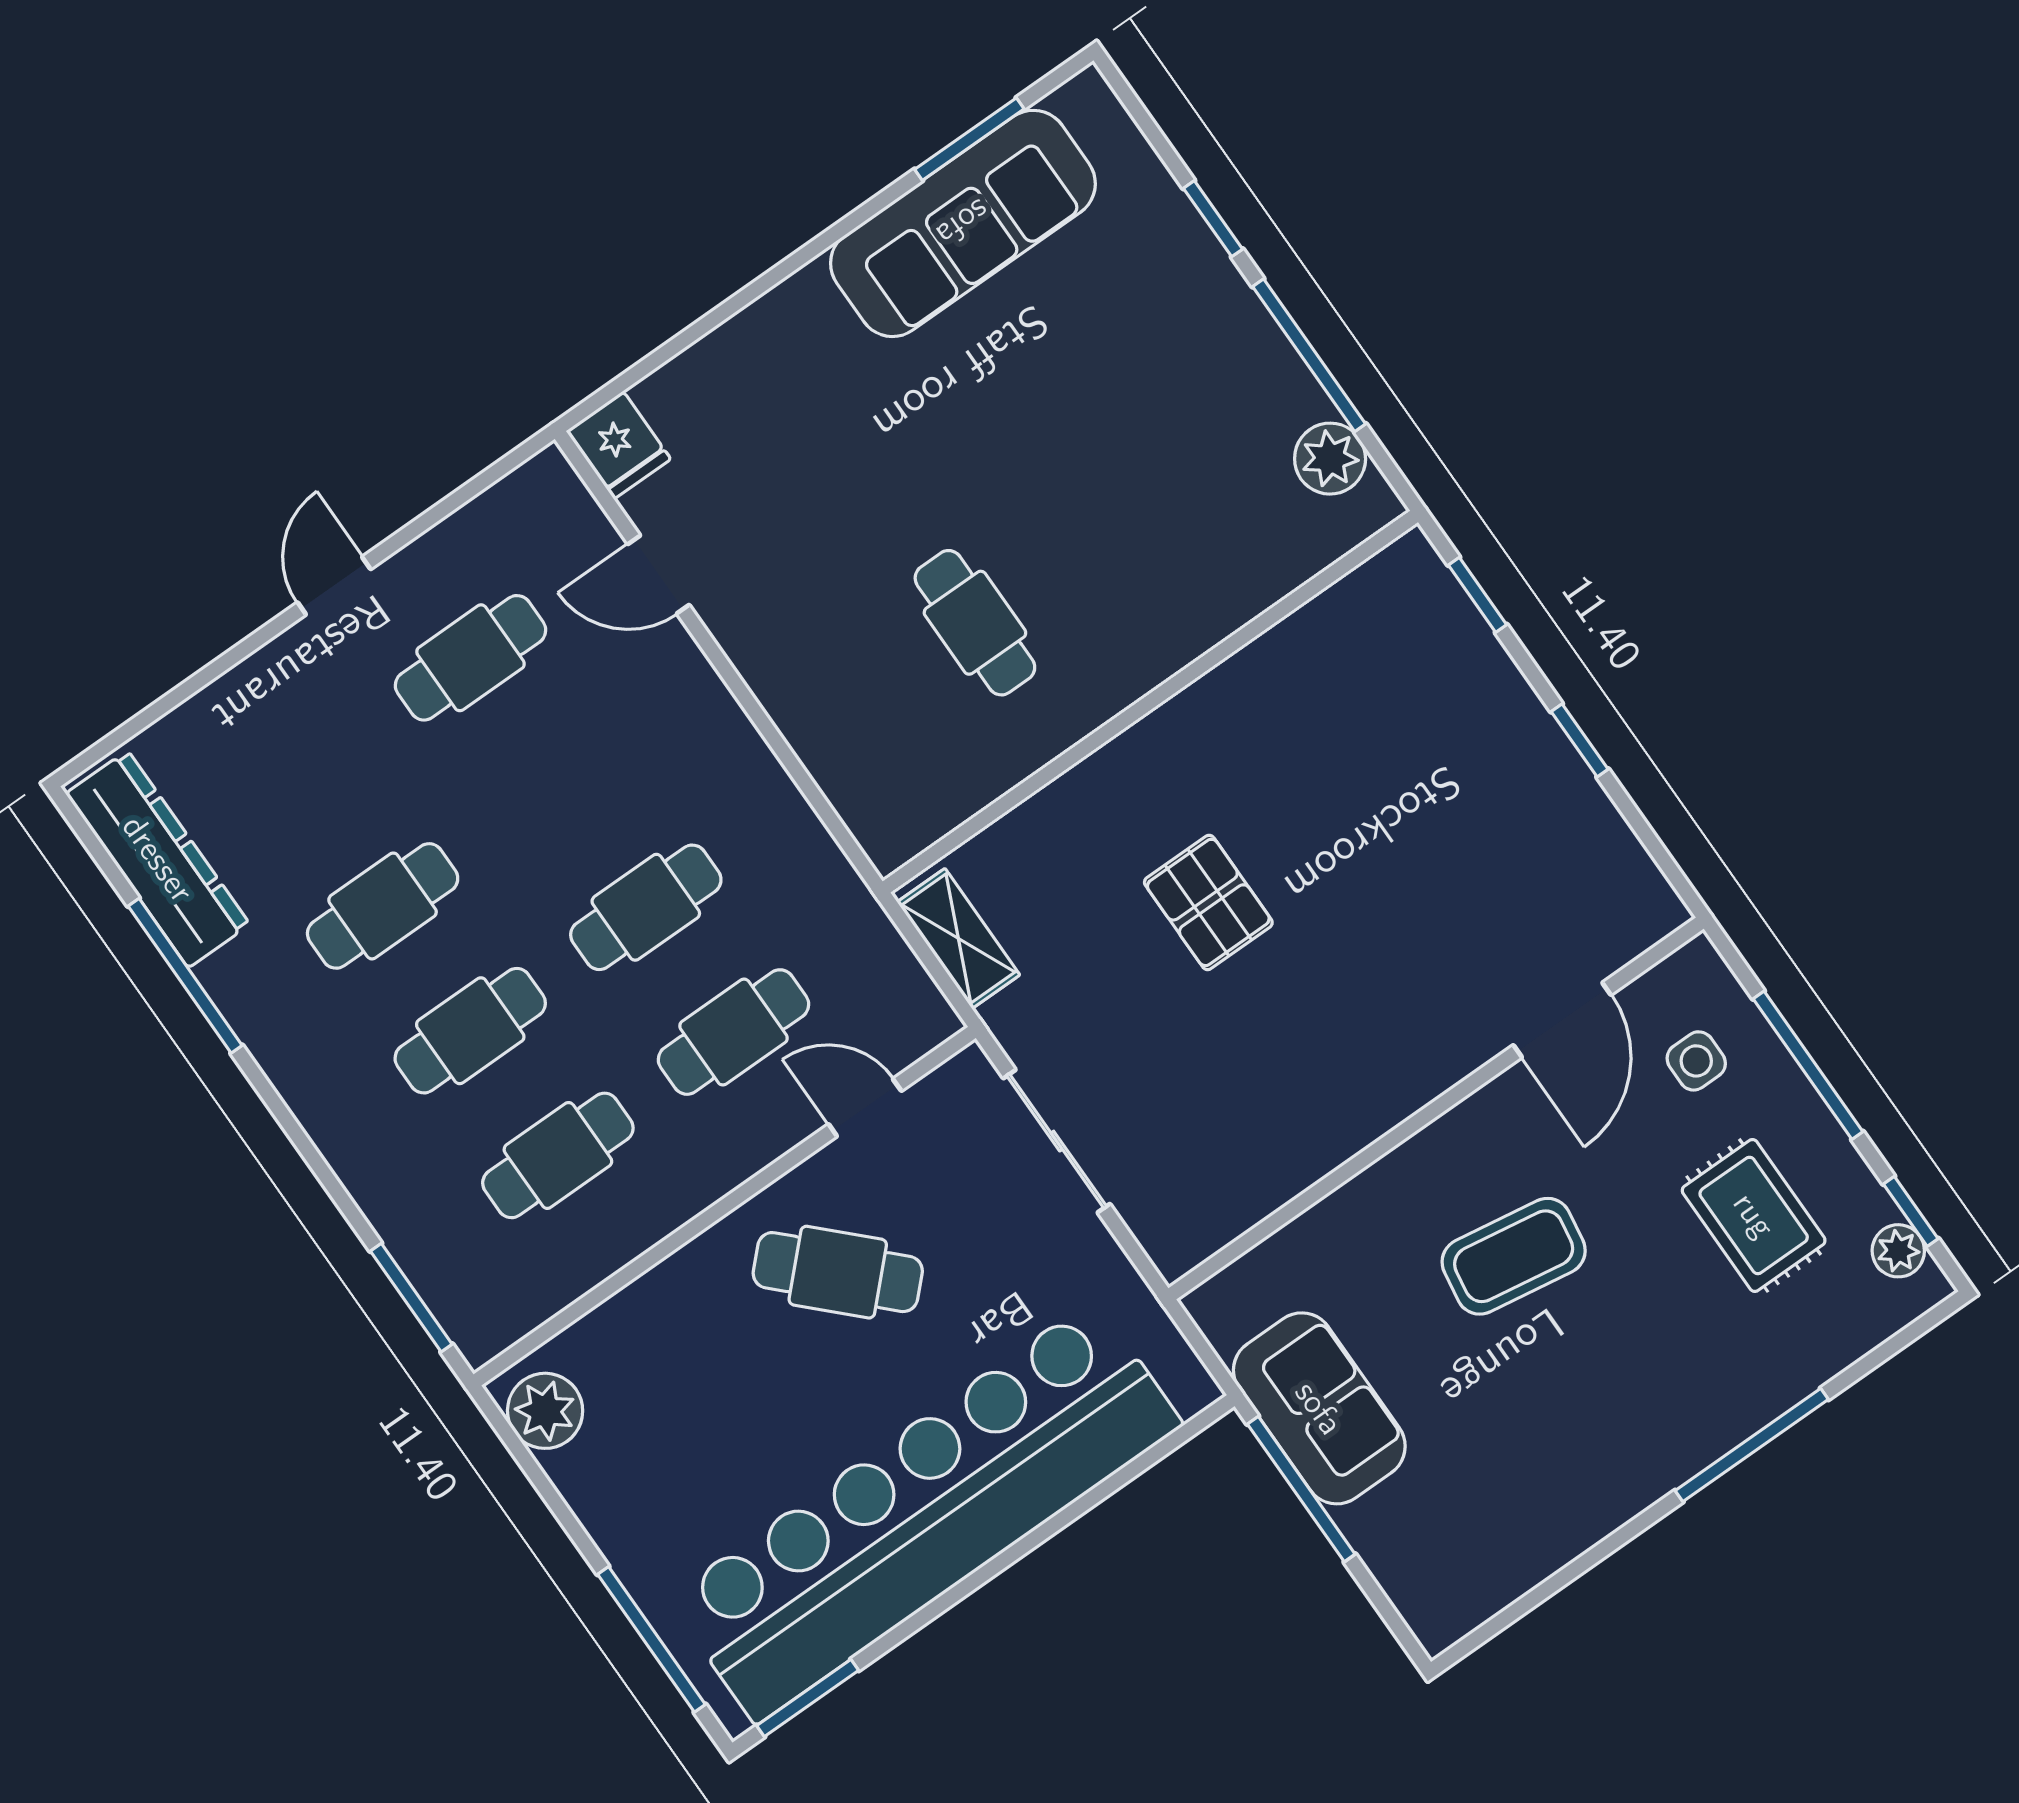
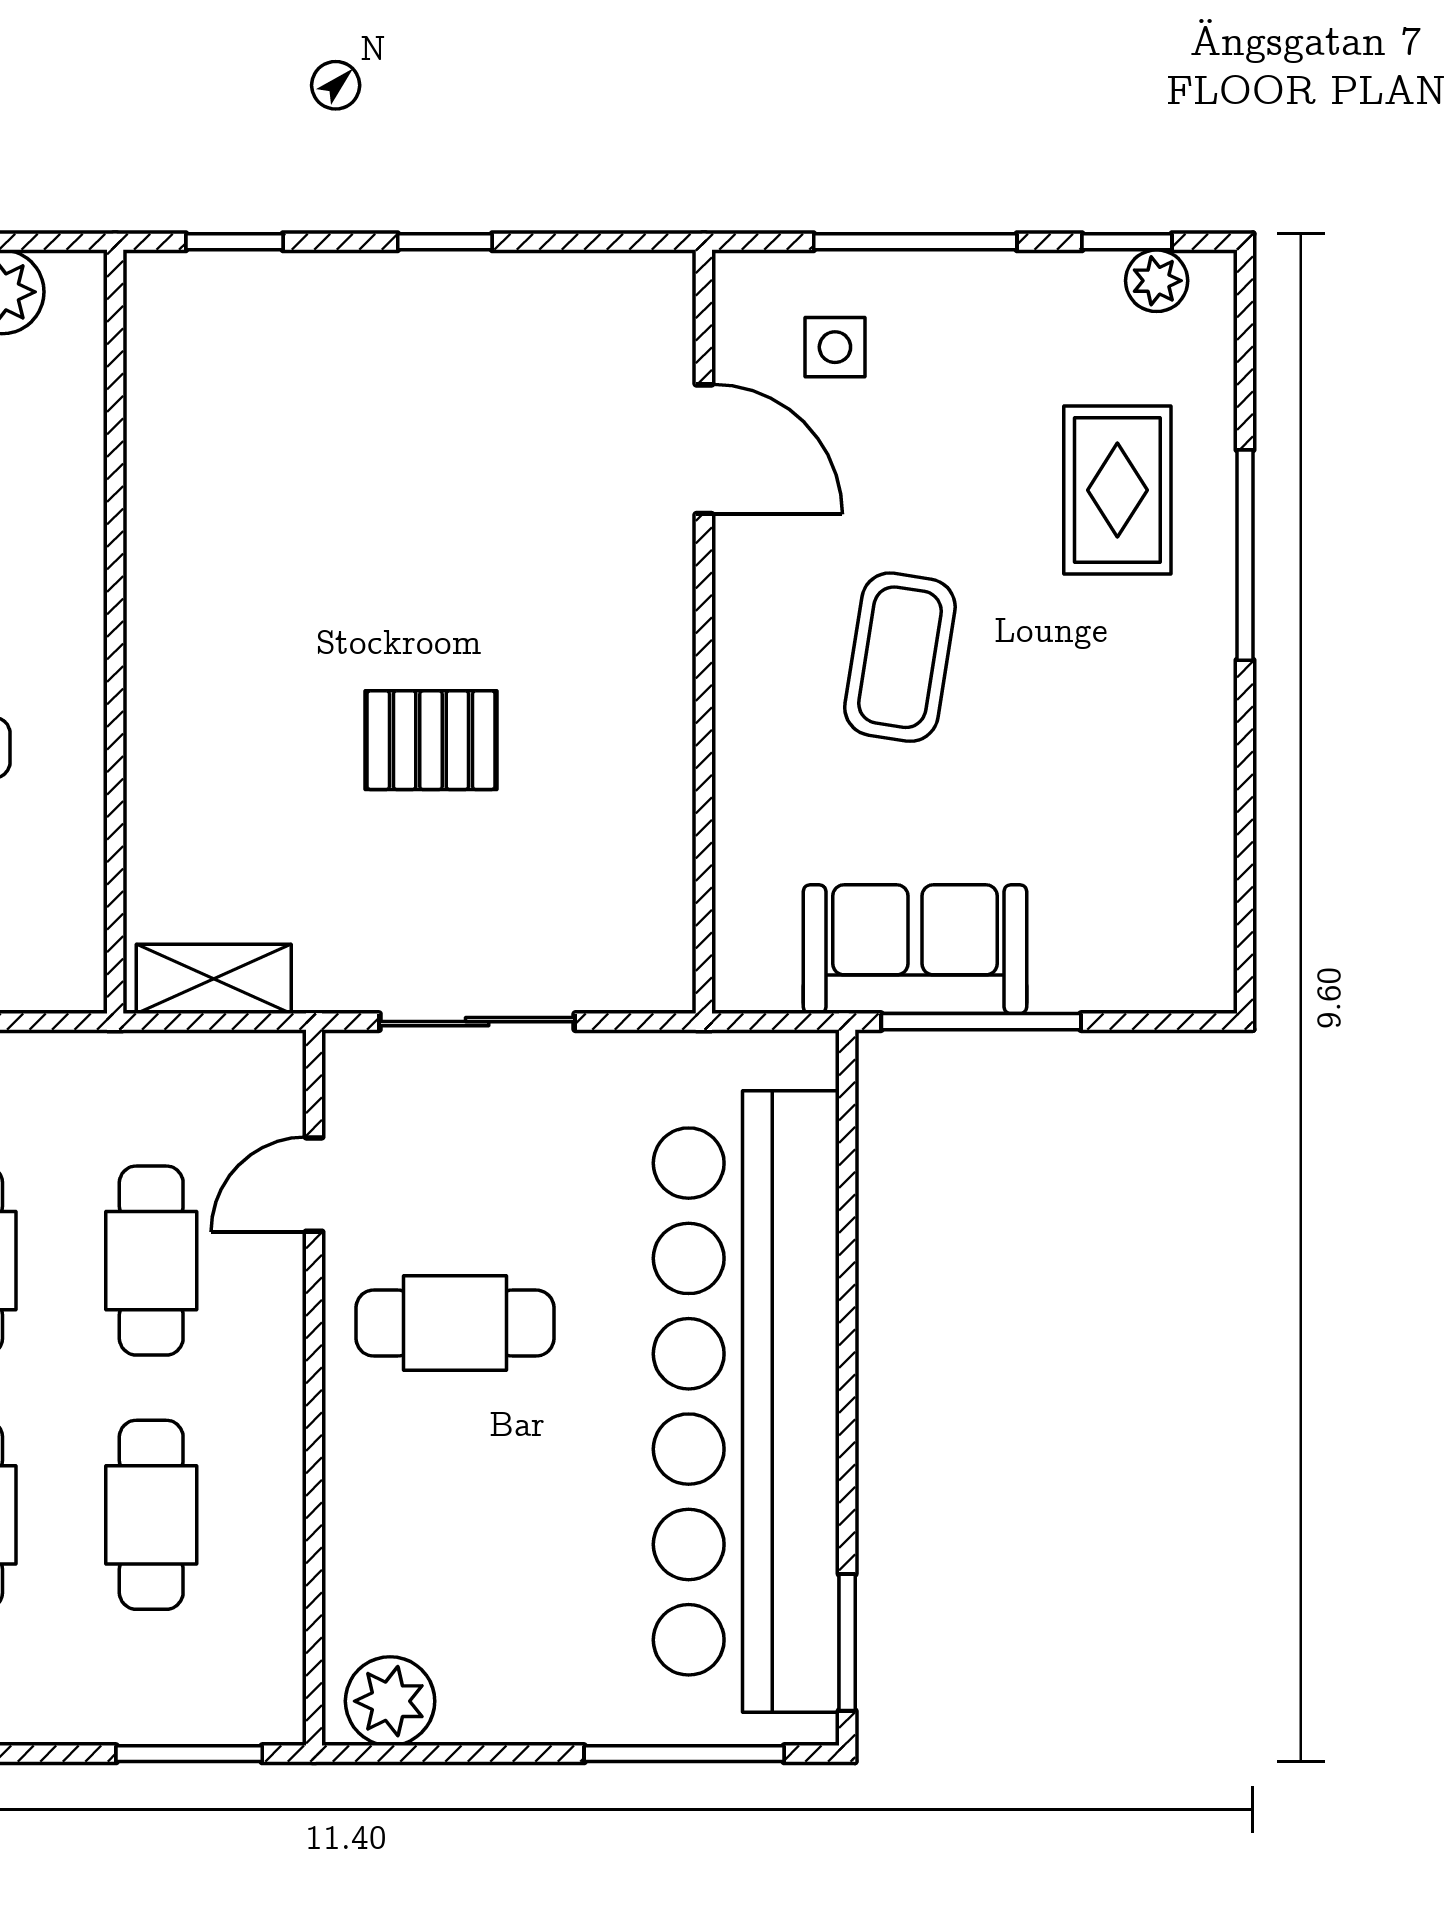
pallet: (1208, 902) -> (431, 740), moved
rug: (1754, 1215) -> (1117, 490), moved, turned 90
cafe table: (838, 1272) -> (455, 1323), turned 45

